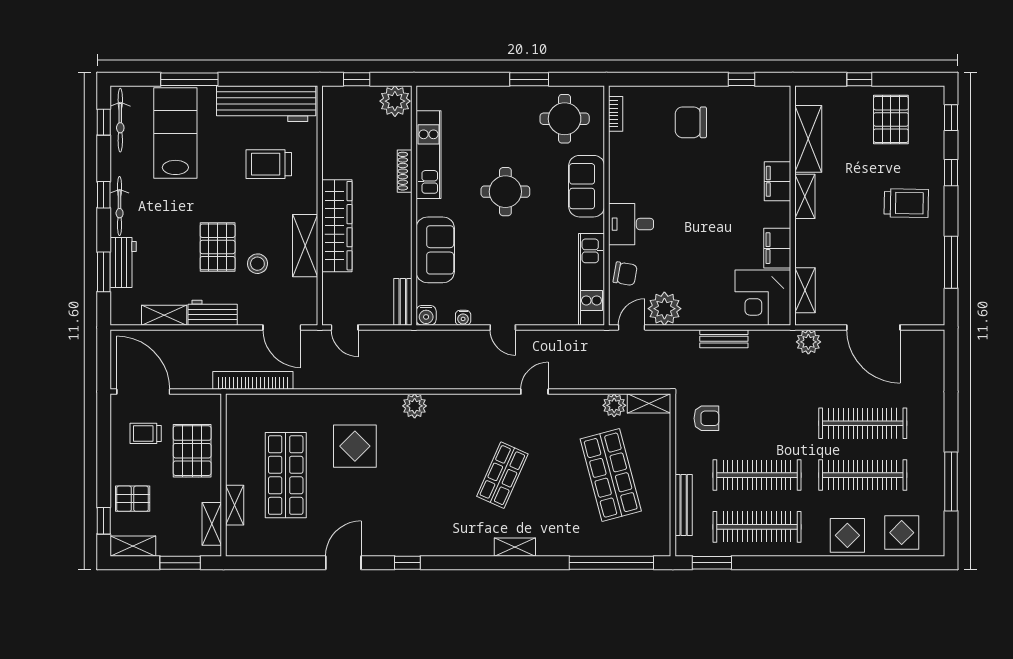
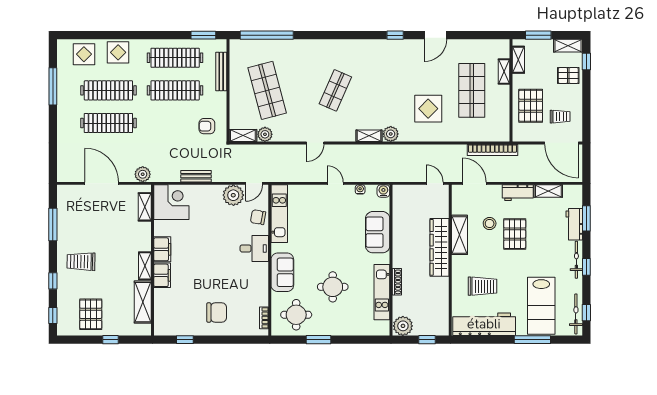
round table: (505, 192) -> (333, 287), moved
filing cabinet: (777, 248) -> (162, 249), moved
bench: (403, 302) -> (398, 199), removed
shelving: (515, 547) -> (369, 136), moved

